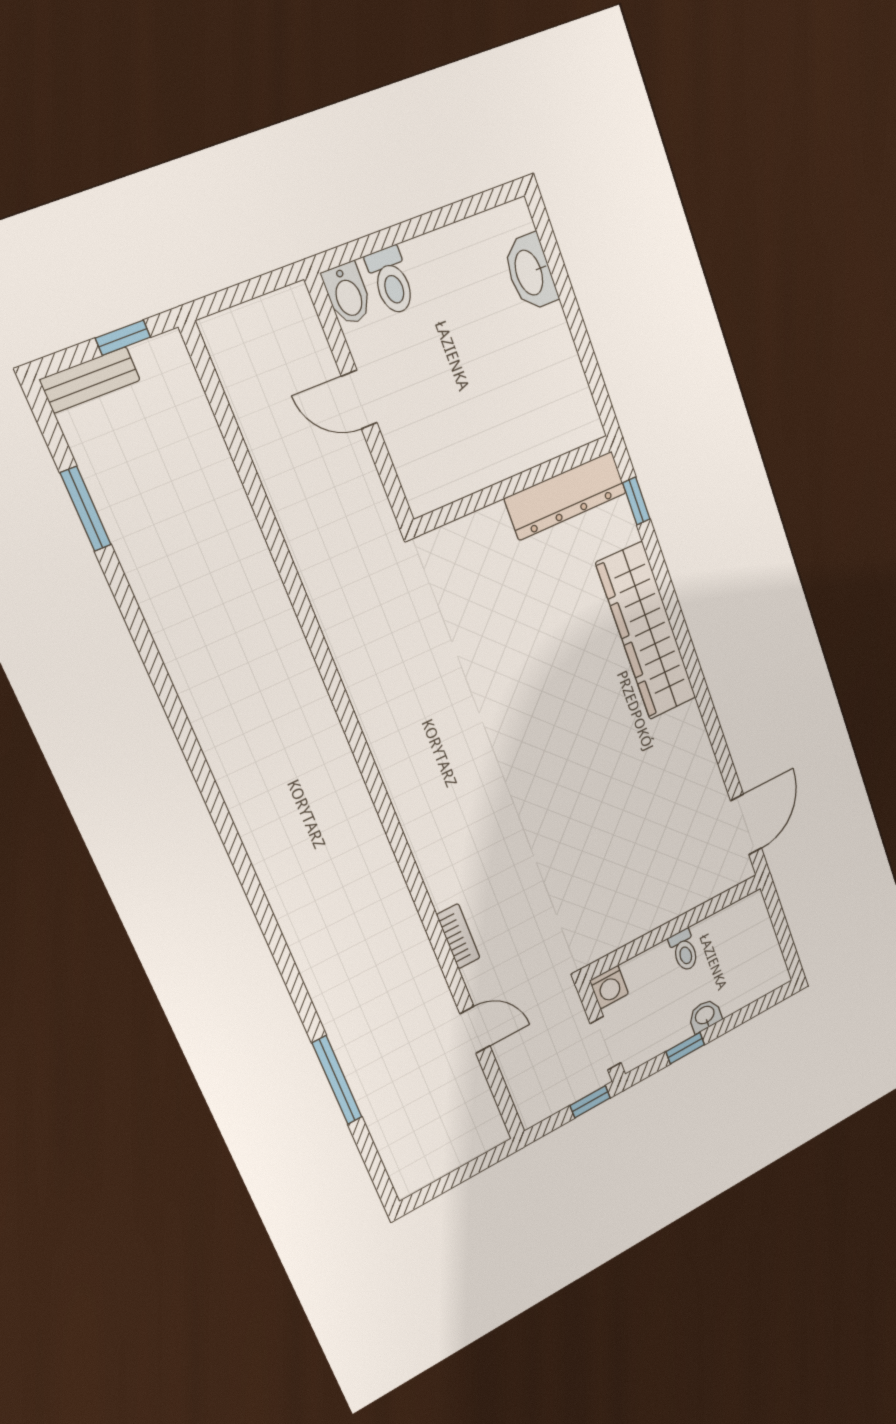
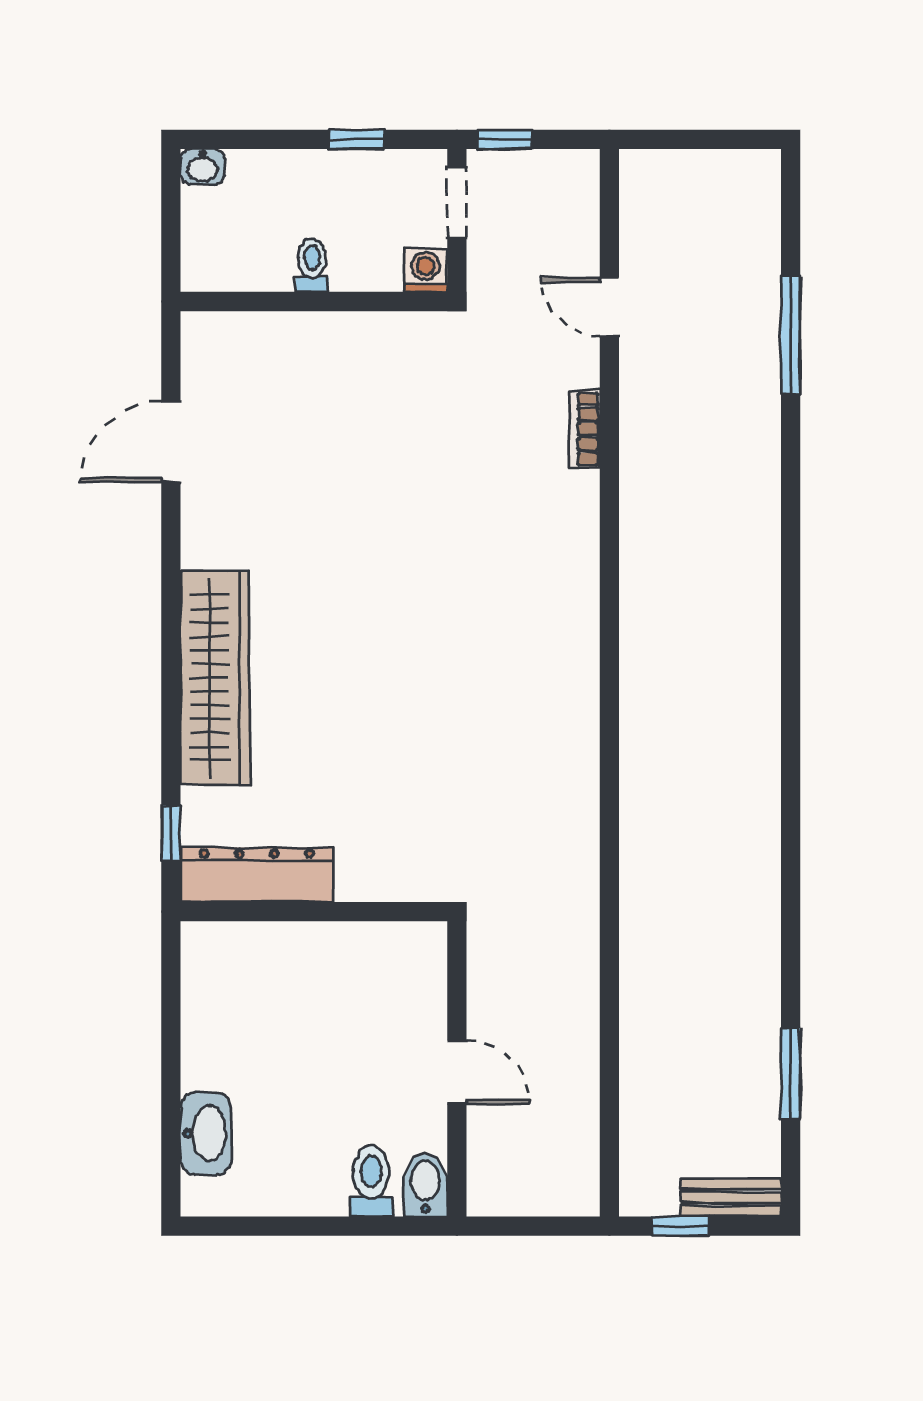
door: (746, 825) -> (171, 441), moved
washbasin: (705, 1016) -> (203, 167), moved

